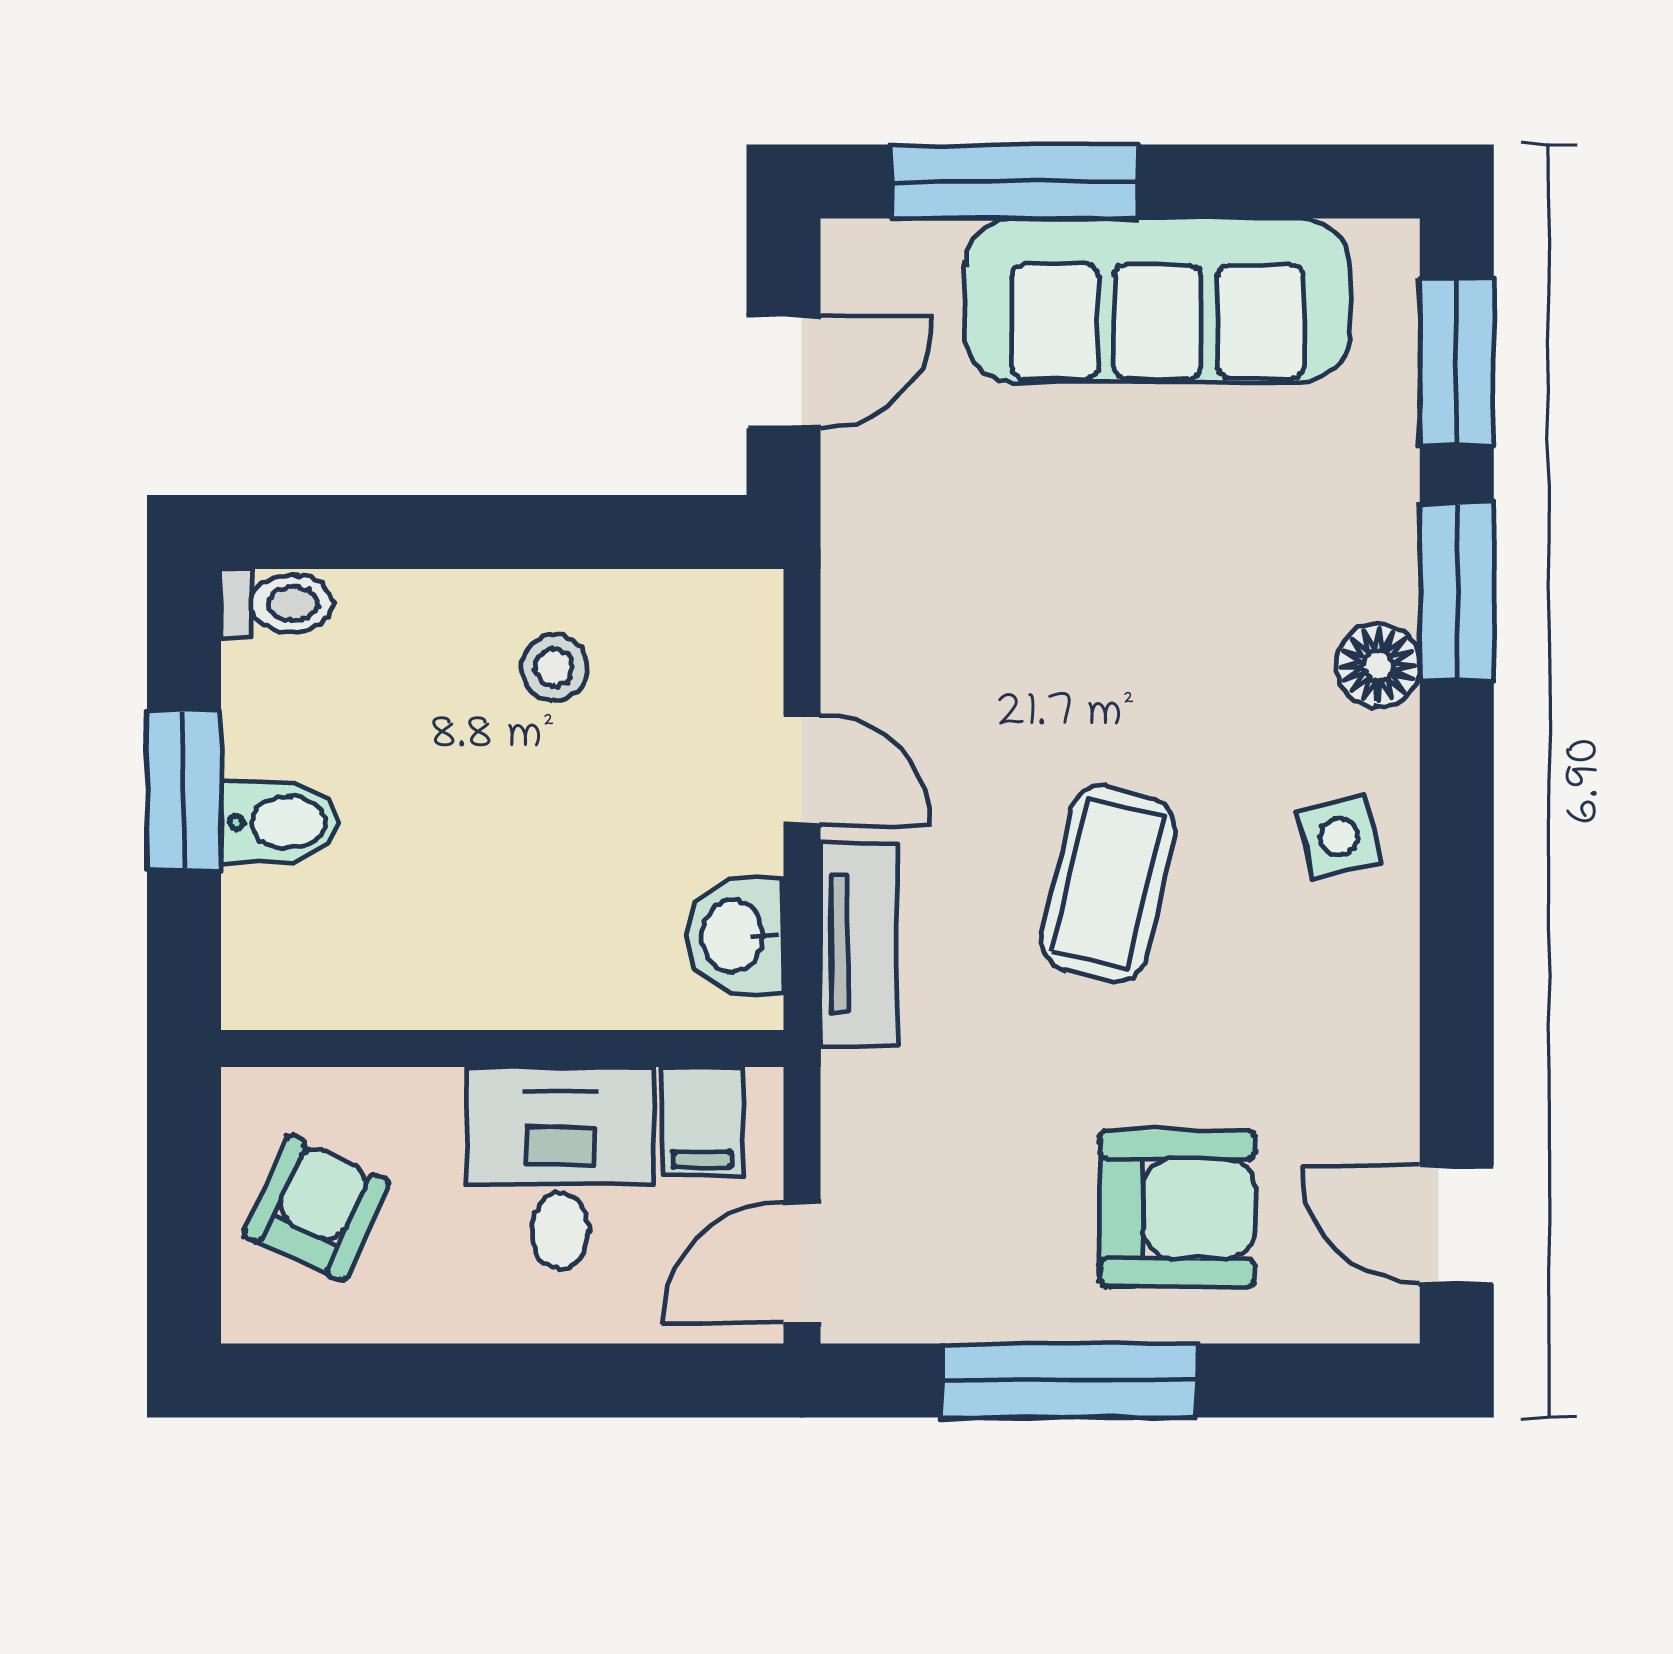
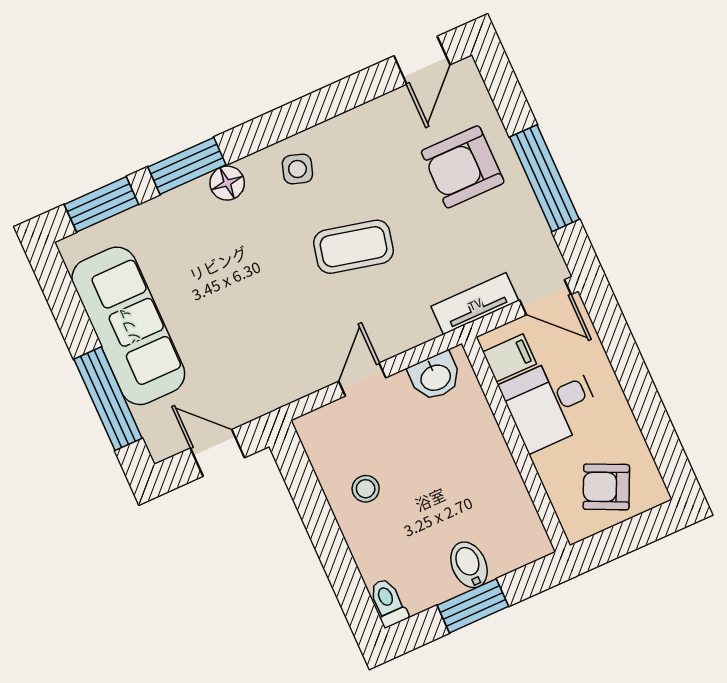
side table: (1339, 837) -> (297, 169), turned 32
tv unit: (859, 944) -> (475, 304), moved
armchair: (1177, 1209) -> (463, 167), turned -90

